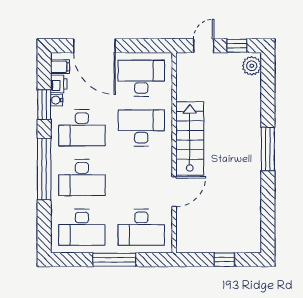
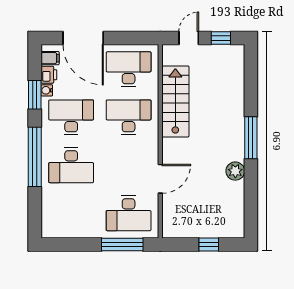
plant: (252, 66) -> (235, 171), moved
desk: (82, 128) -> (71, 117), turned 180
stairs: (190, 138) -> (175, 101), moved
desk: (82, 227) -> (71, 213), removed
window: (114, 260) -> (122, 245), moved

